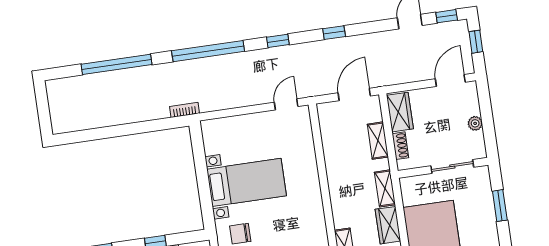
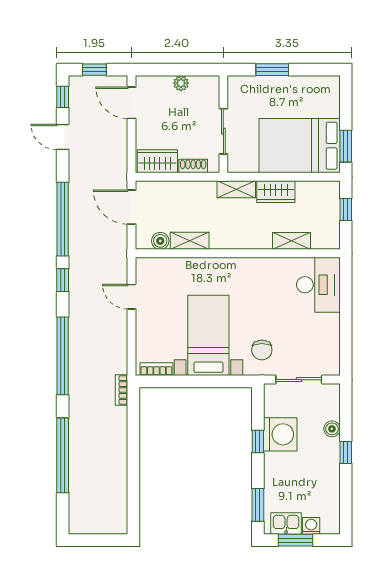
window: (334, 33) -> (63, 219), width x3.17
door: (286, 104) -> (132, 297), moved
boiler: (327, 125) -> (160, 241), added
bookcase: (208, 139) -> (156, 369), added
shelving: (378, 141) -> (190, 241), moved
sliding door: (452, 166) -> (223, 131), moved

